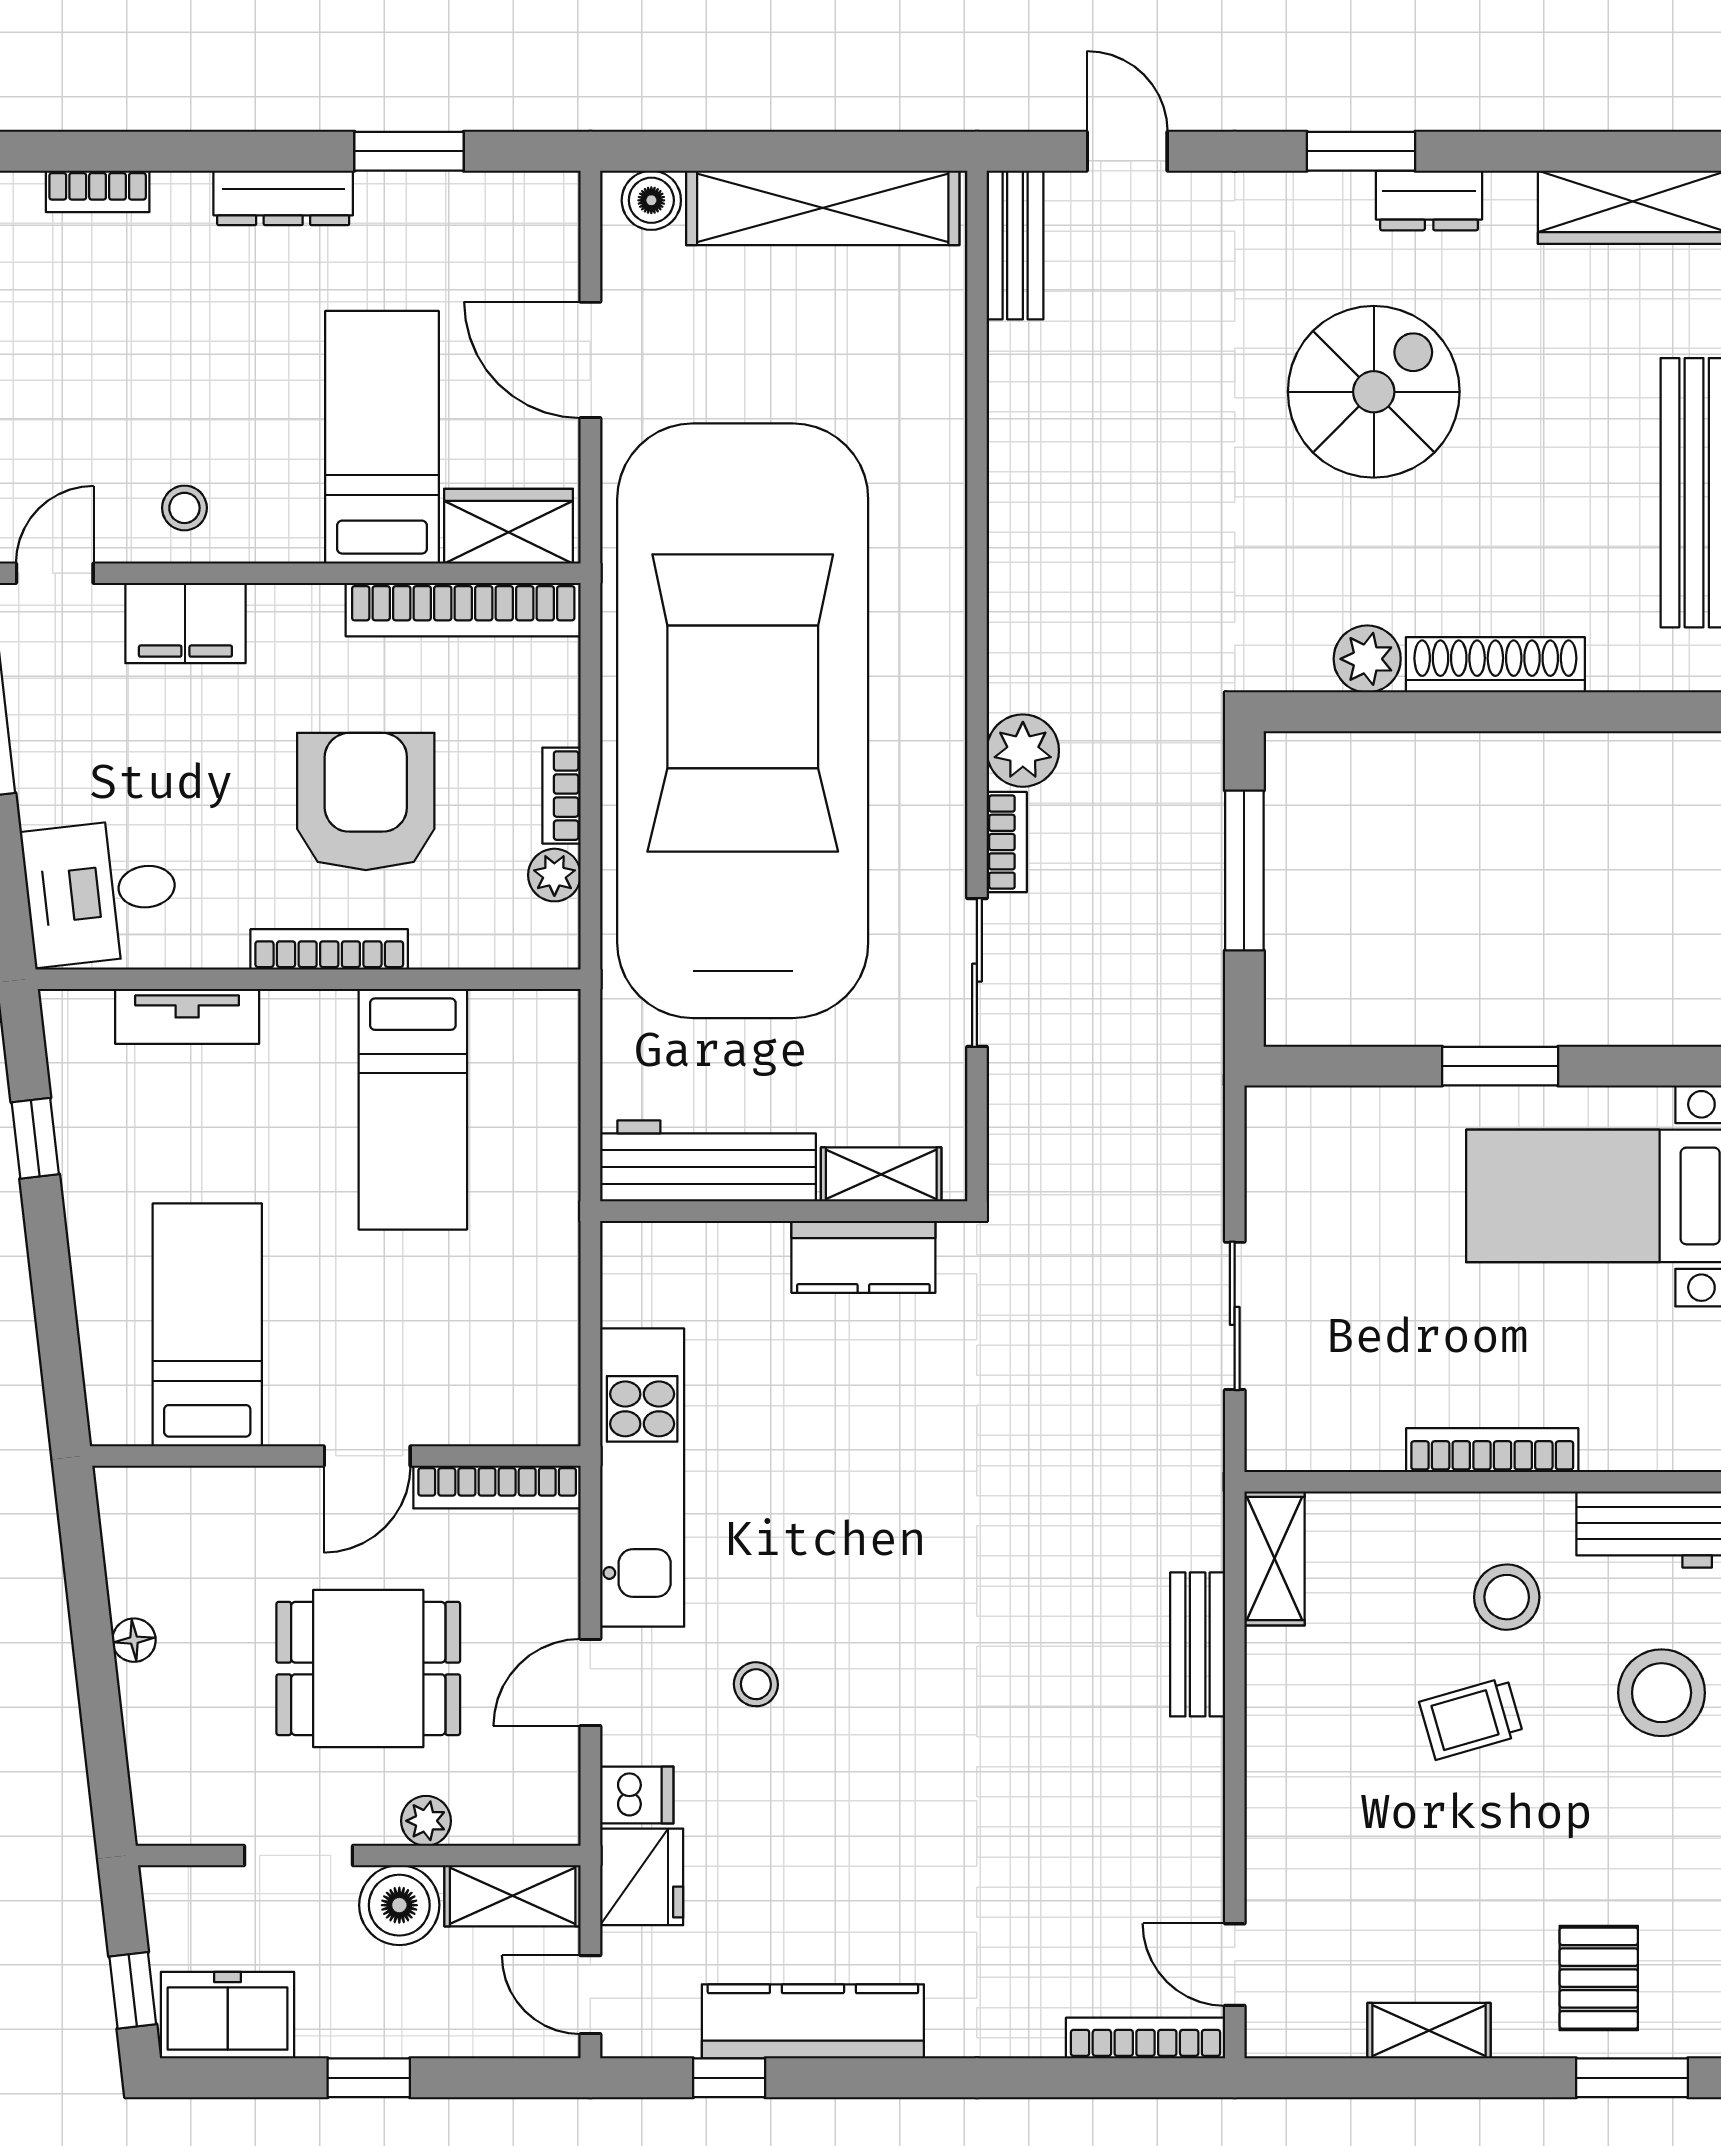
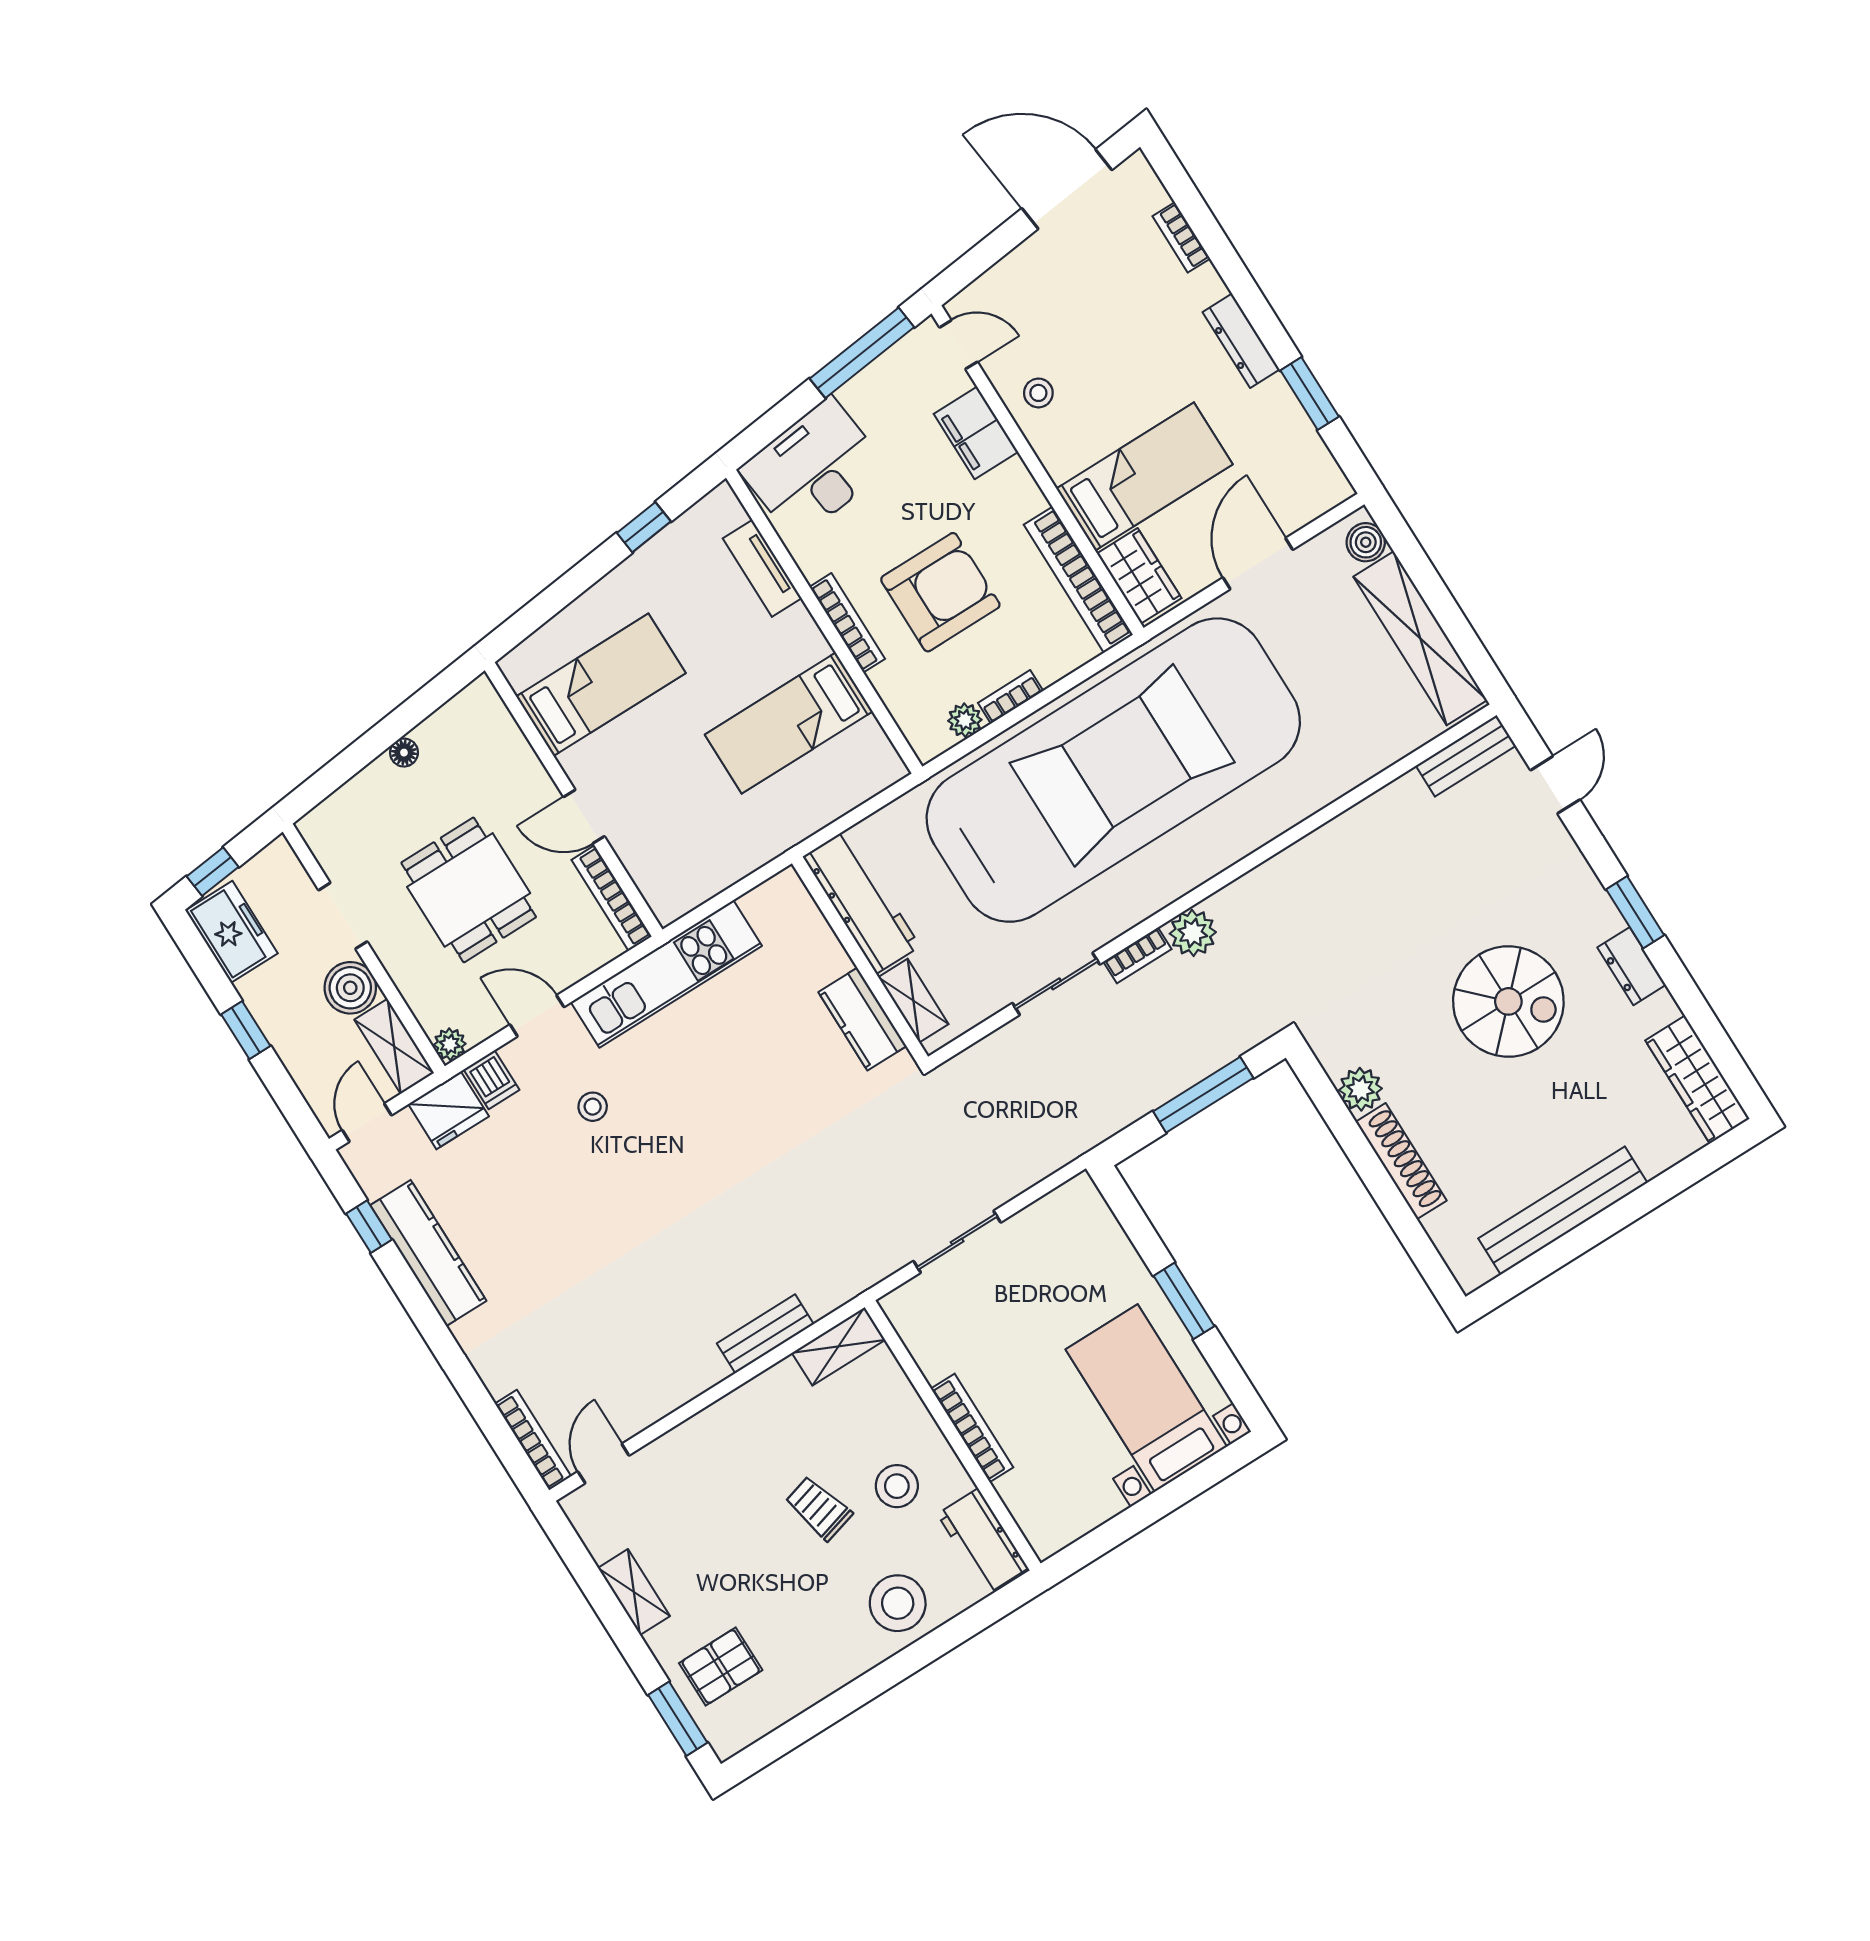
desk: (101, 892) -> (813, 468), width x1.37
plant: (426, 1821) -> (450, 1044), moved

